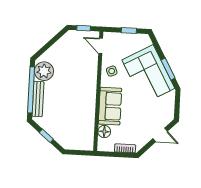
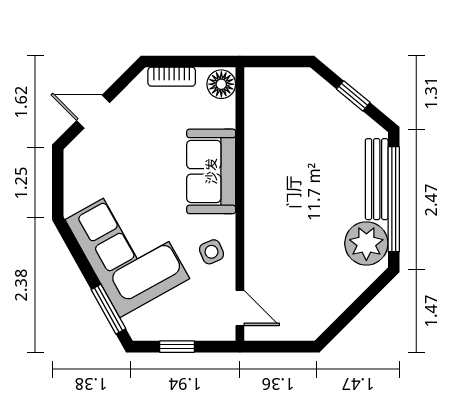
window: (84, 28) -> (281, 347), removed
window: (168, 69) -> (108, 309), moved
floor lamp: (104, 132) -> (221, 84), moved

